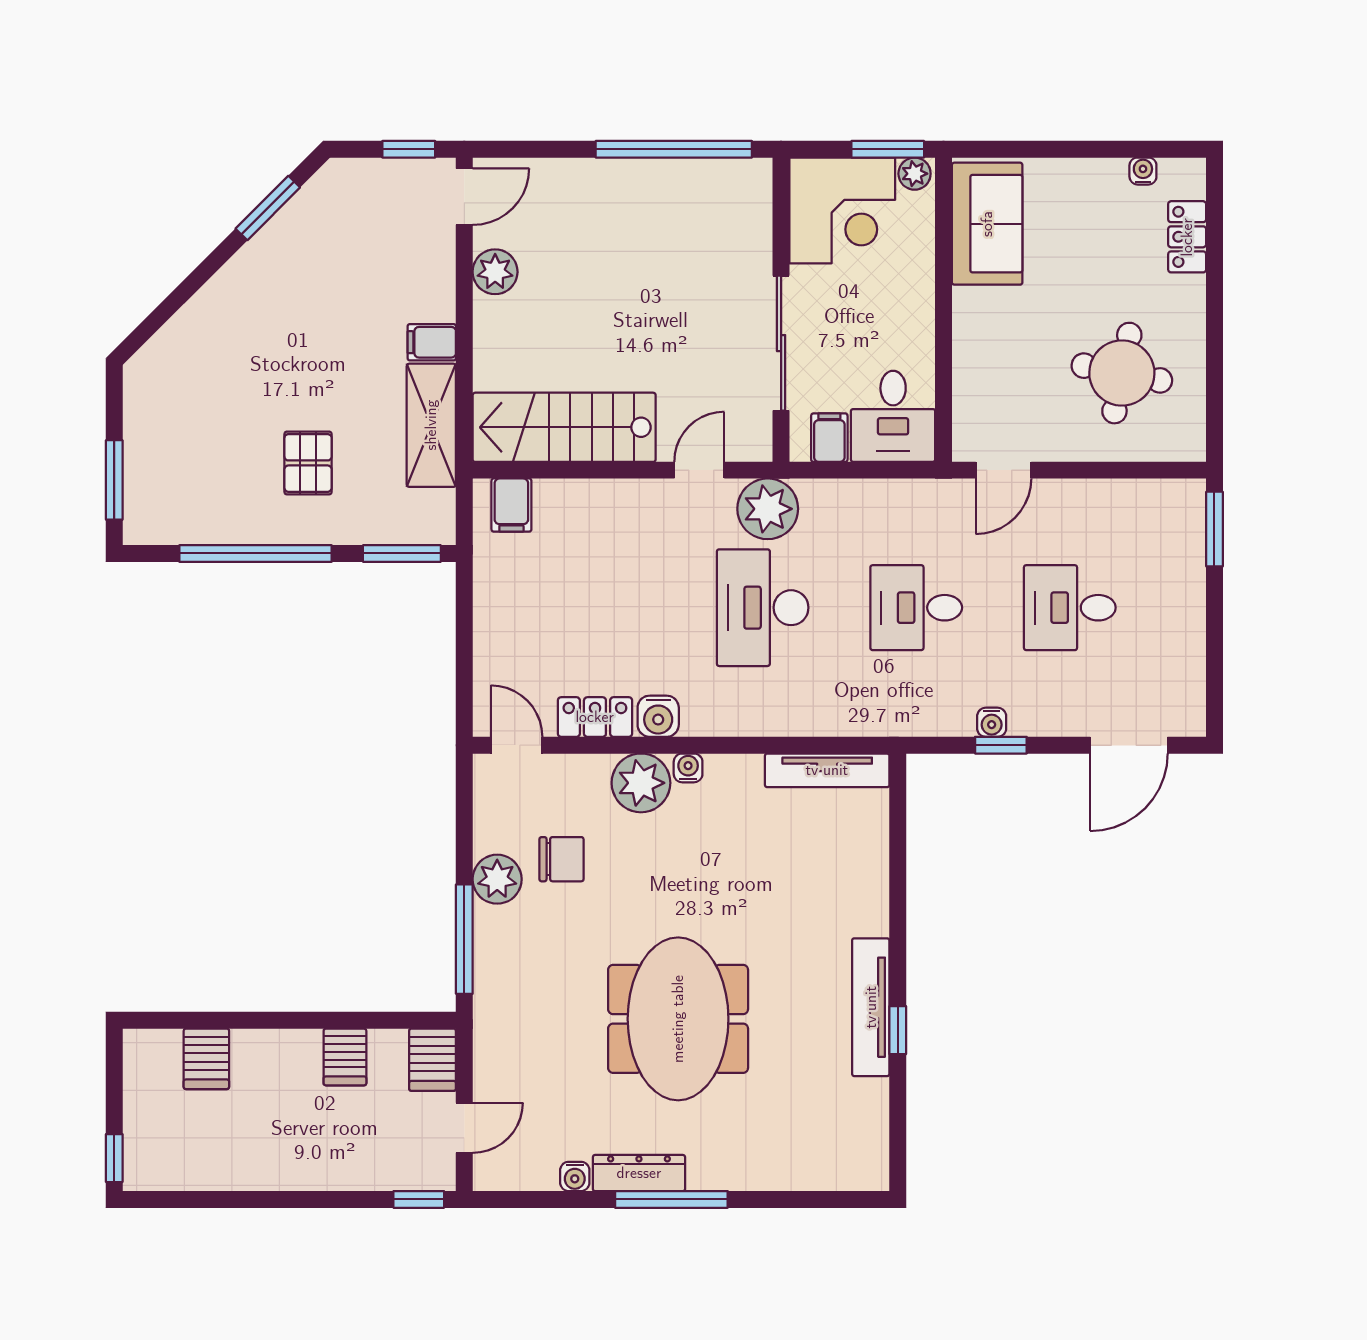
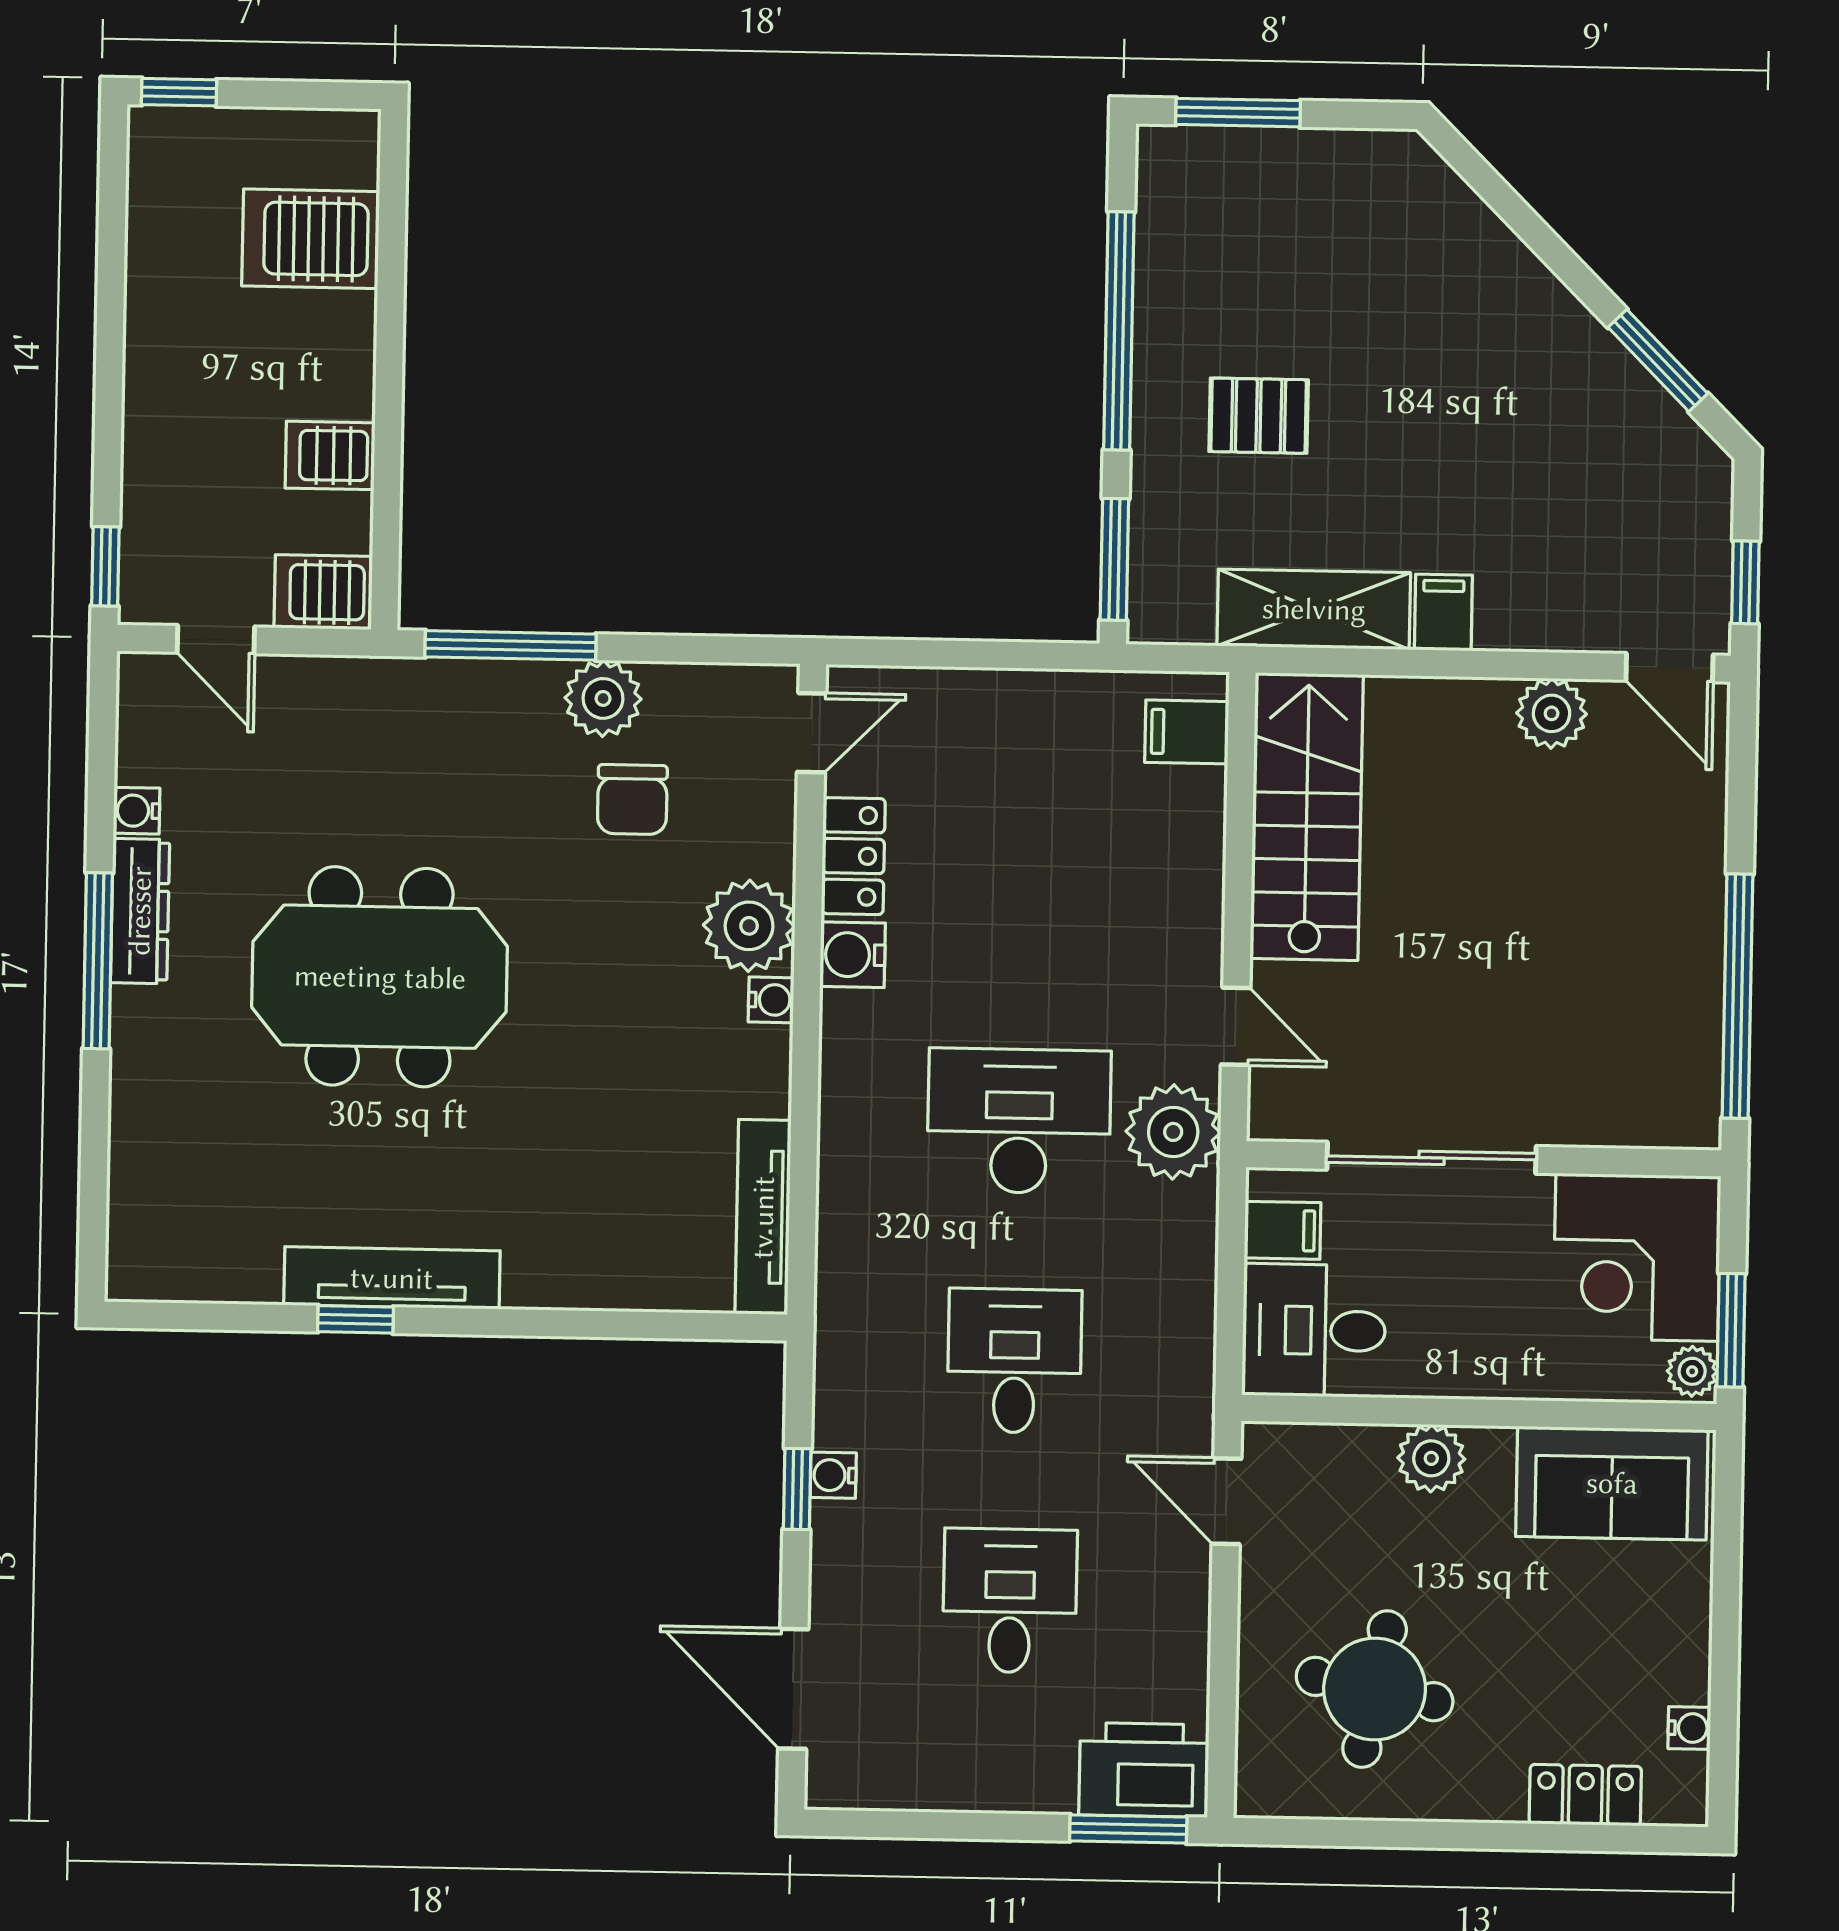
plant: (973, 340) -> (1431, 1458), added
printer: (1177, 520) -> (1144, 1770), added
server rack: (206, 1059) -> (311, 239), width x1.36, depth x1.44

